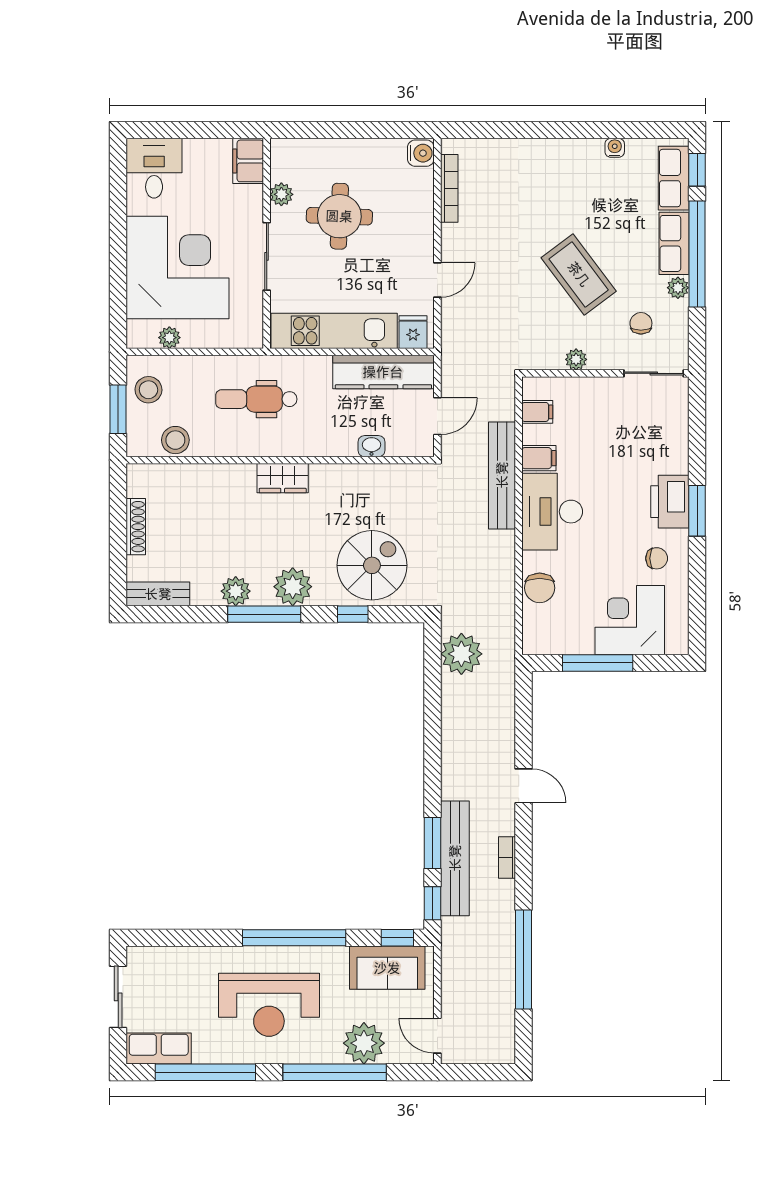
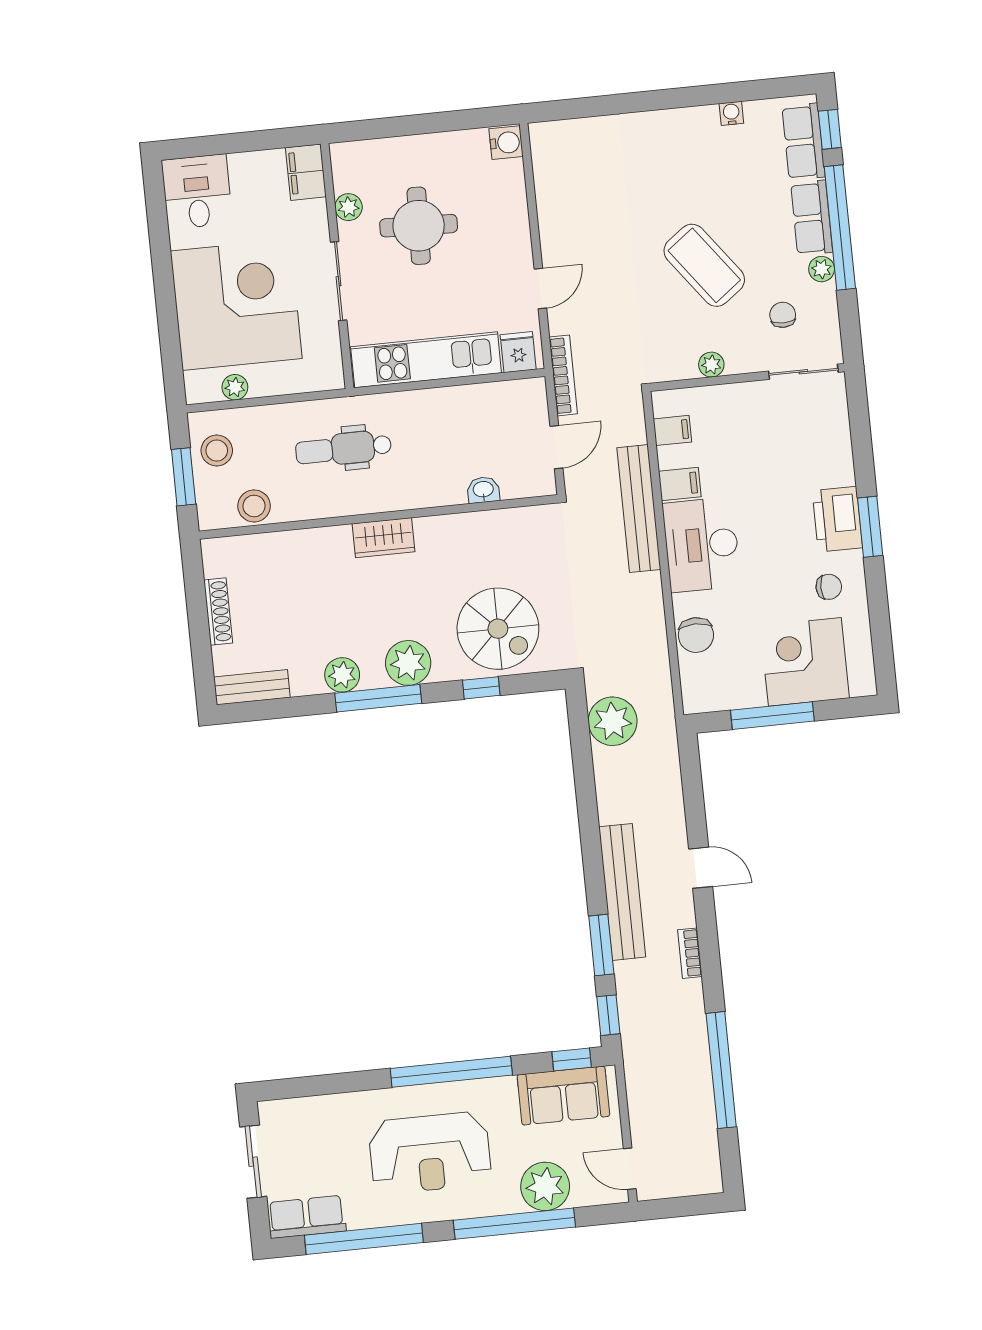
bookcase: (449, 188) -> (563, 375), moved
kitchen counter: (383, 372) -> (488, 402), removed
spiral stairs: (372, 565) -> (498, 629), turned 90
bench: (455, 858) -> (622, 892), moved

